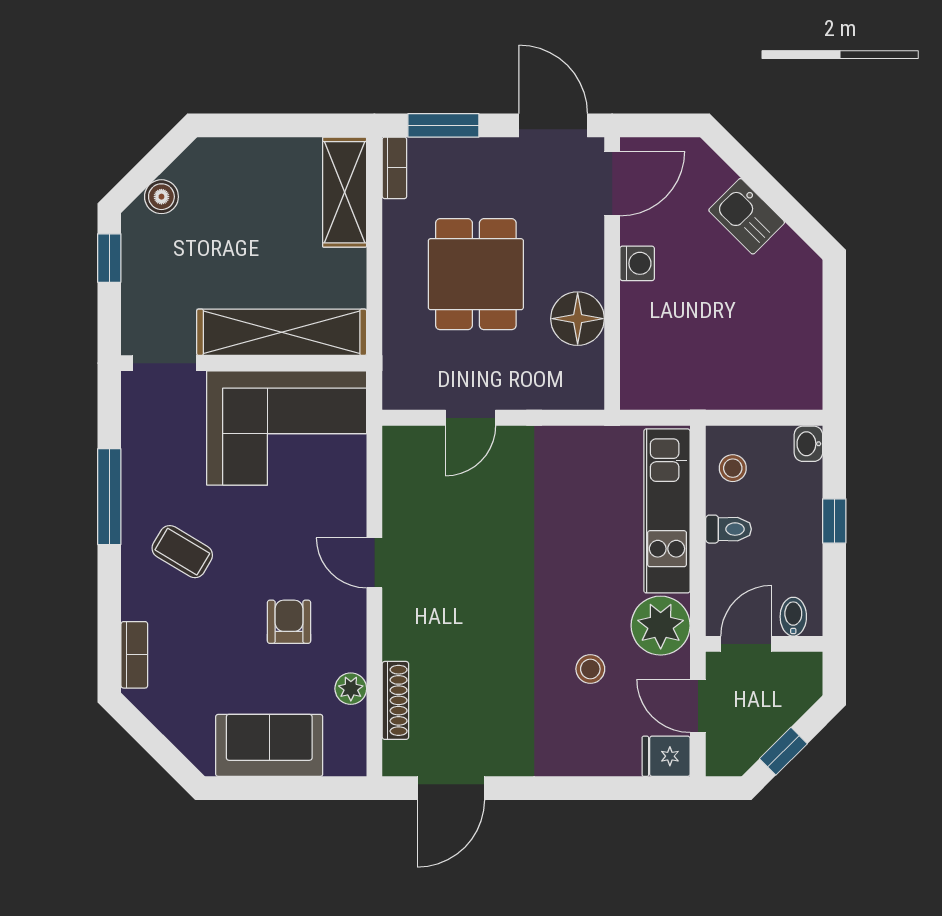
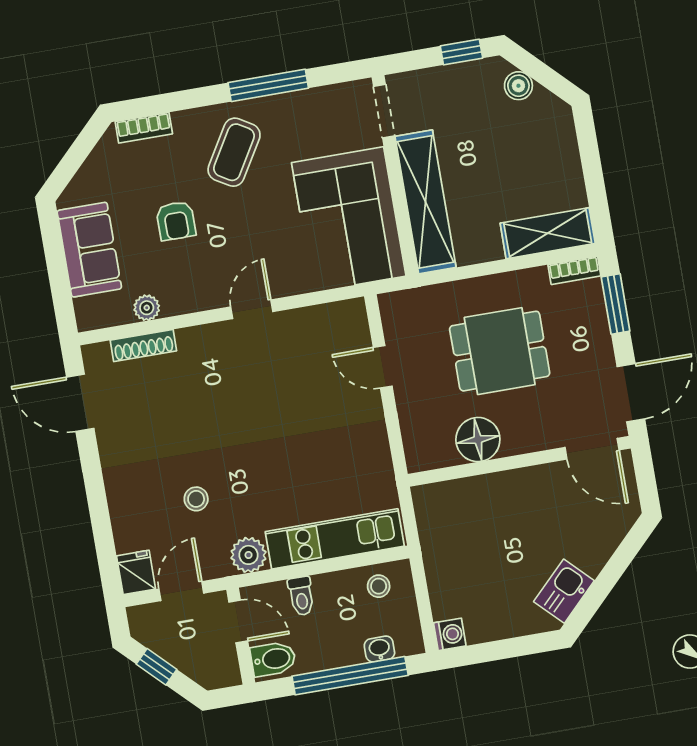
kitchen sink: (747, 216) -> (564, 591), moved
washing machine: (637, 263) -> (450, 634), moved, turned -90
washbasin: (808, 444) -> (379, 649), moved
window: (834, 521) -> (350, 676), width x3.17
toilet: (729, 529) -> (301, 596), moved
coffee table: (182, 552) -> (234, 152), width x1.36, depth x1.30
bidet: (793, 617) -> (273, 659), width x1.38, depth x1.36
armchair: (289, 622) -> (176, 221), moved, turned 90
plant: (661, 626) -> (248, 555), width x0.73, depth x0.73

